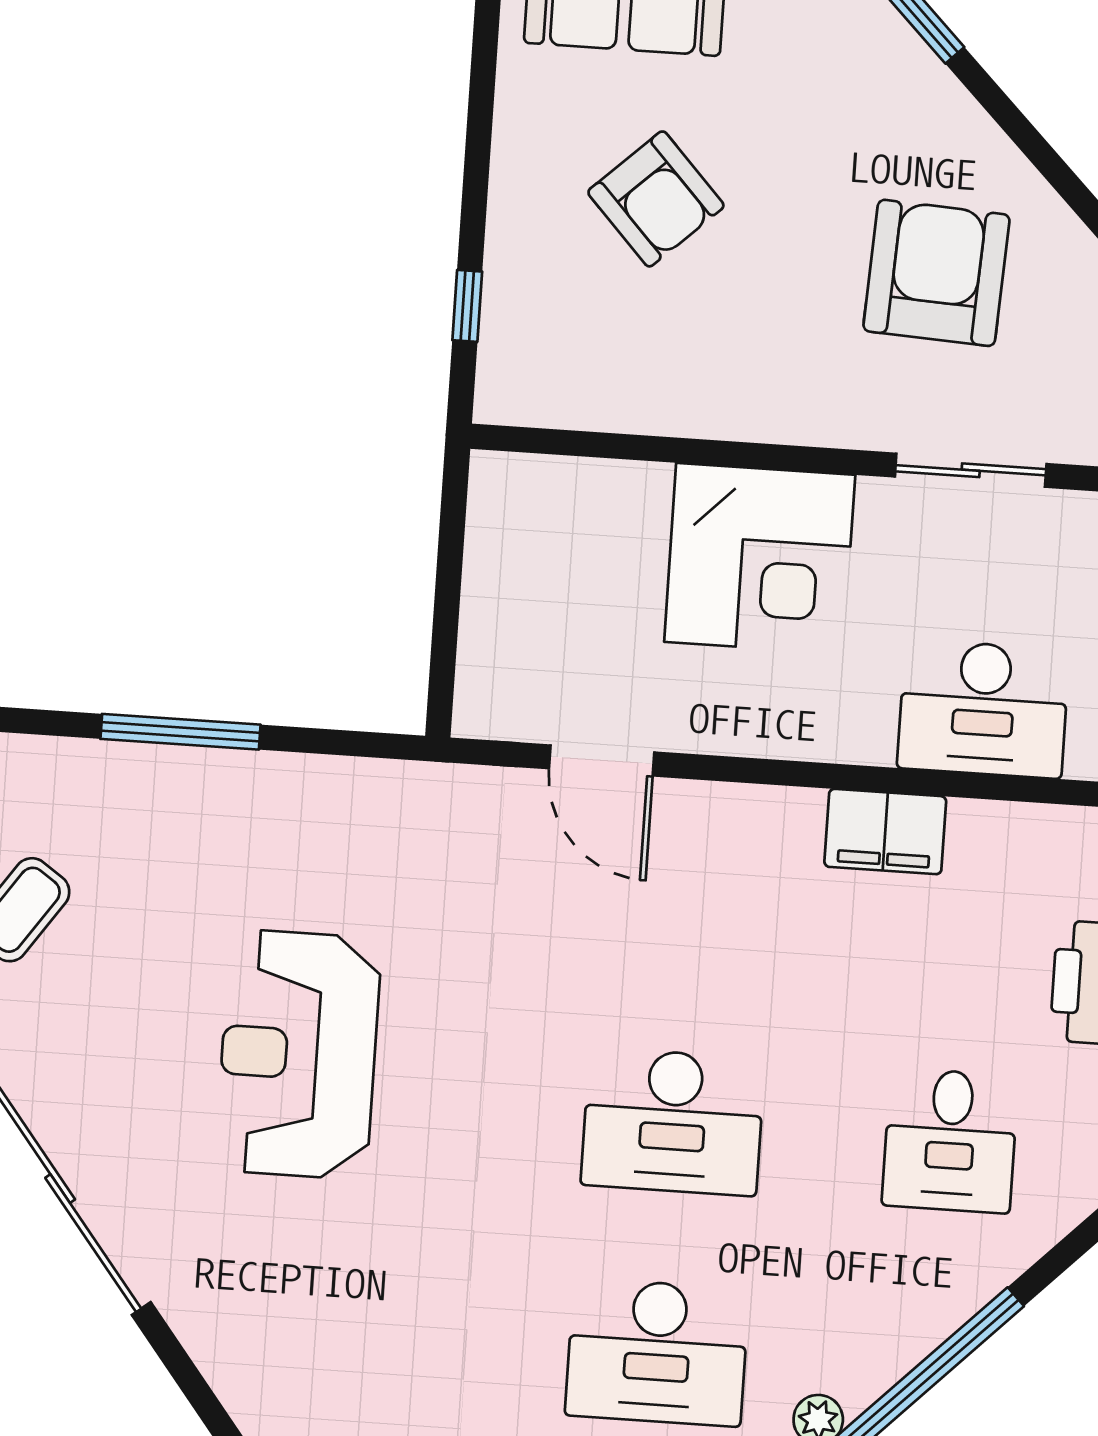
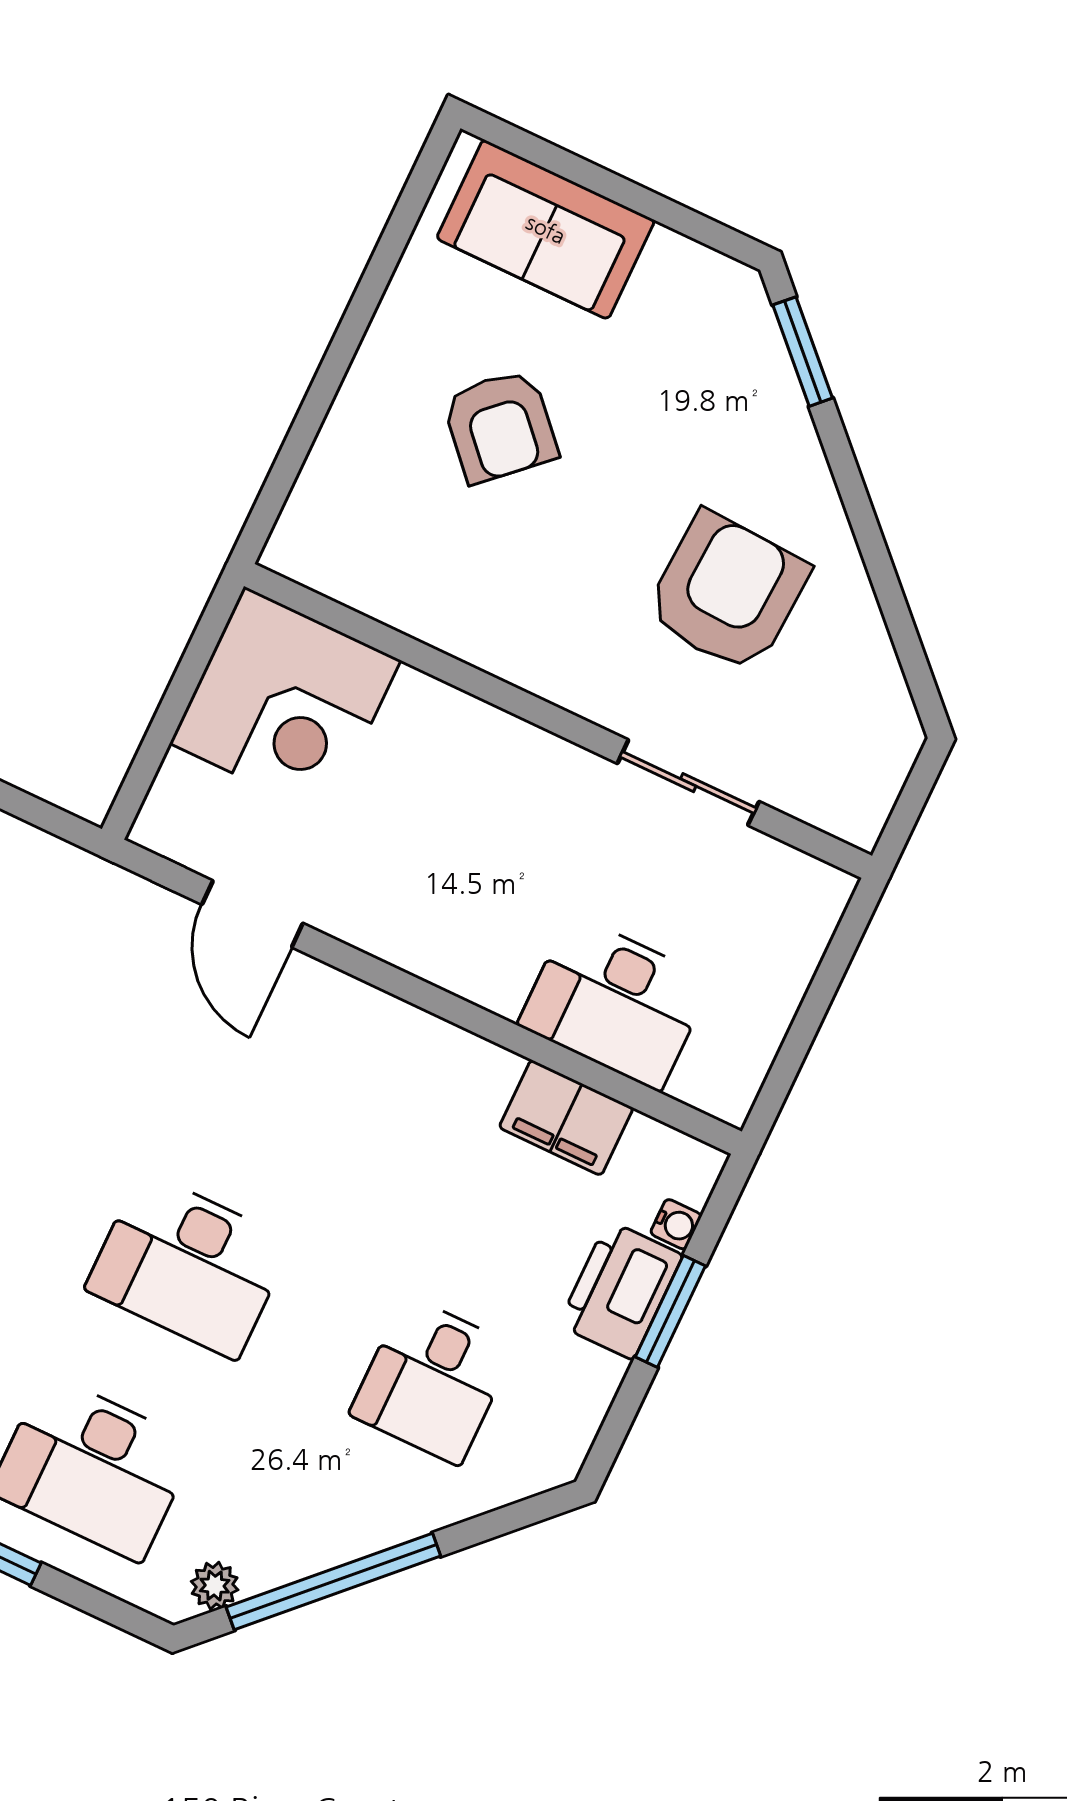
window: (467, 306) -> (292, 456), removed
corner desk: (760, 558) -> (285, 702), moved
filing cabinet: (885, 832) -> (566, 1118), moved

